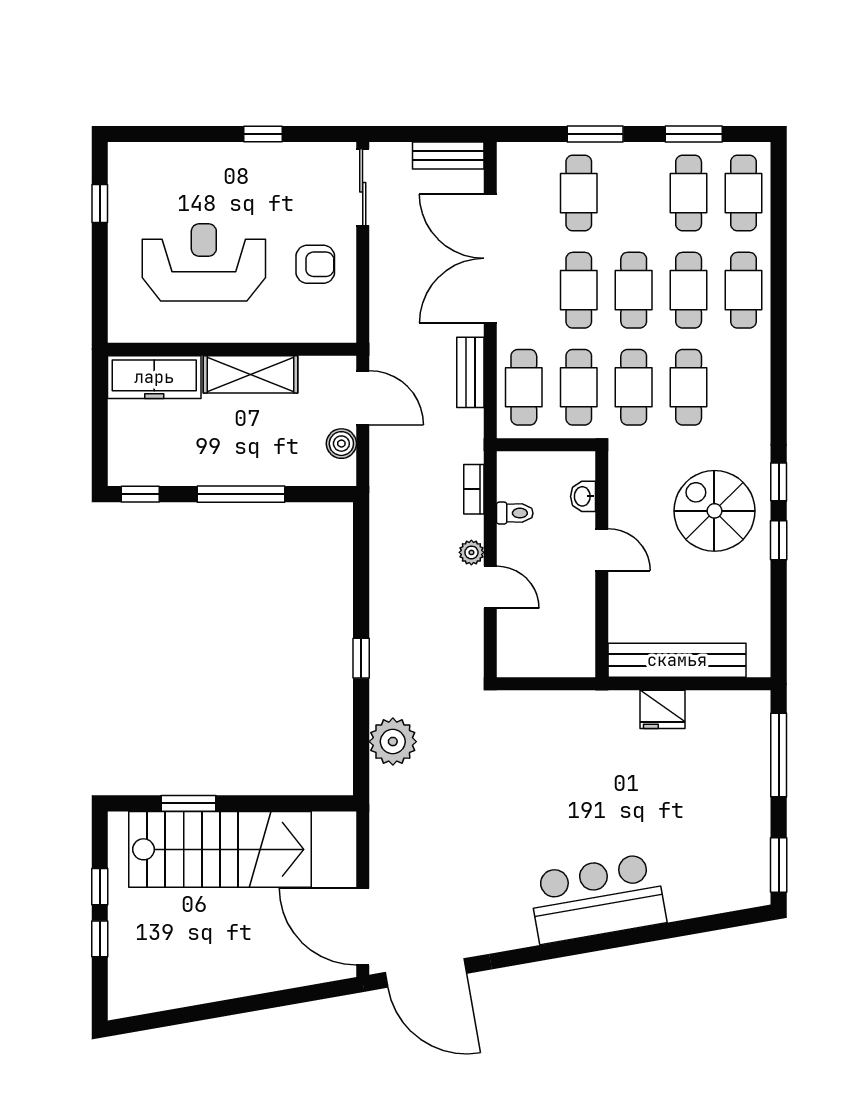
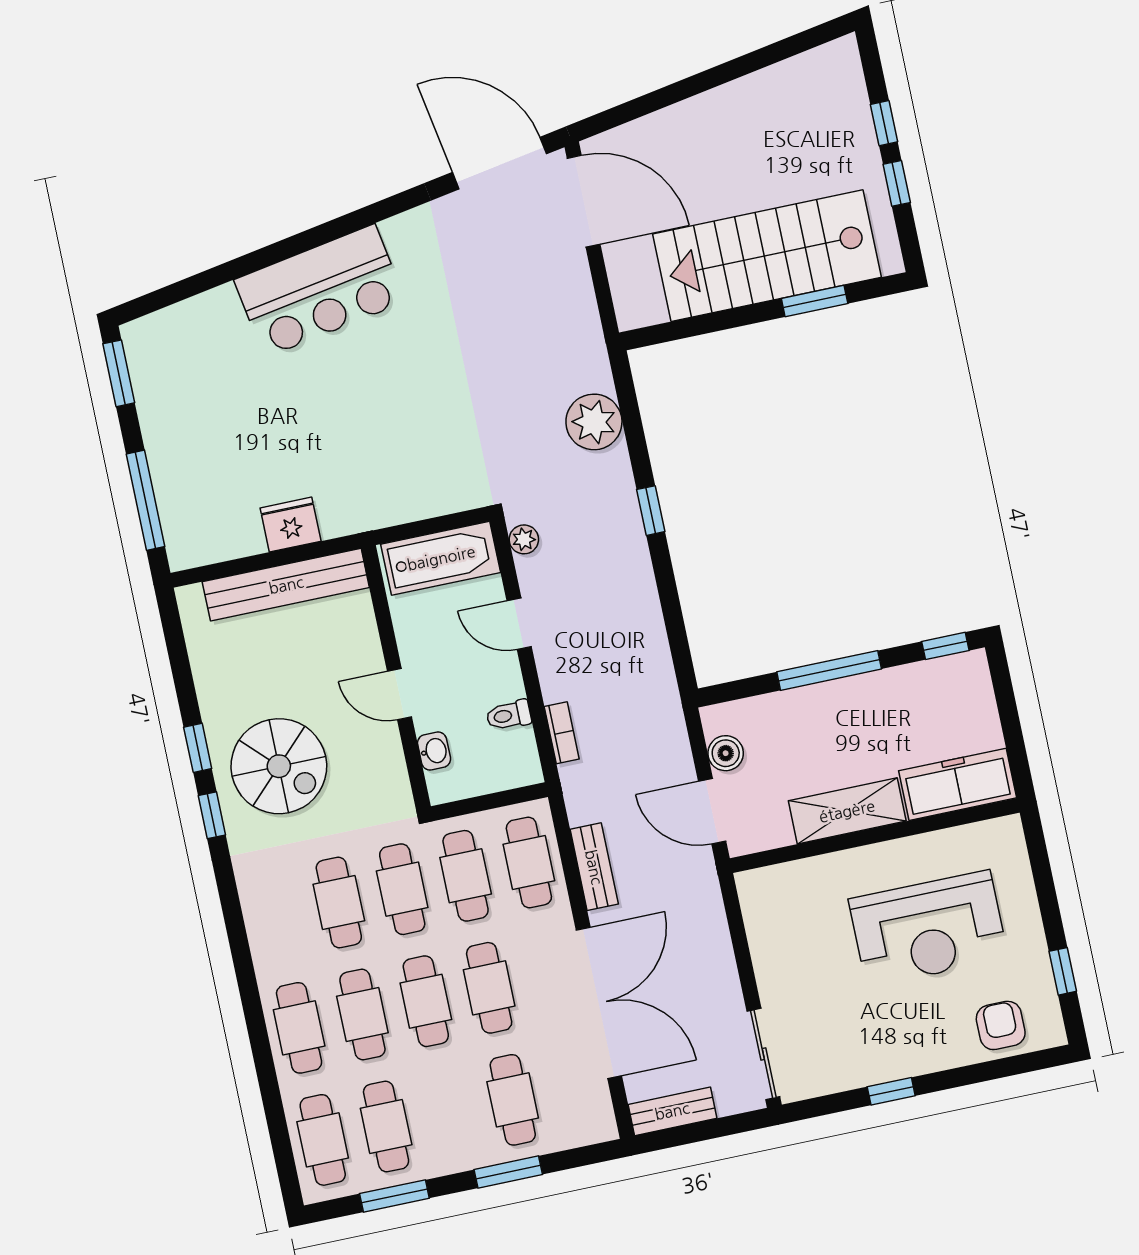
armchair: (315, 264) -> (1001, 1025), moved, turned 90
plant: (471, 552) -> (524, 539), moved
bathtub: (544, 655) -> (441, 558), added

